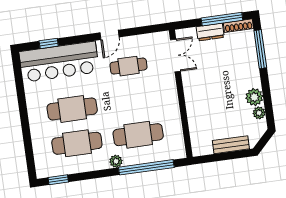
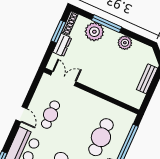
window: (222, 19) -> (58, 32), width x0.69
window: (260, 49) -> (107, 24), moved
plant: (259, 113) -> (94, 32), moved, width x1.88, depth x1.88

